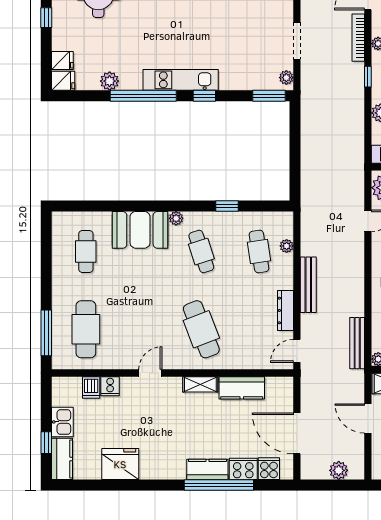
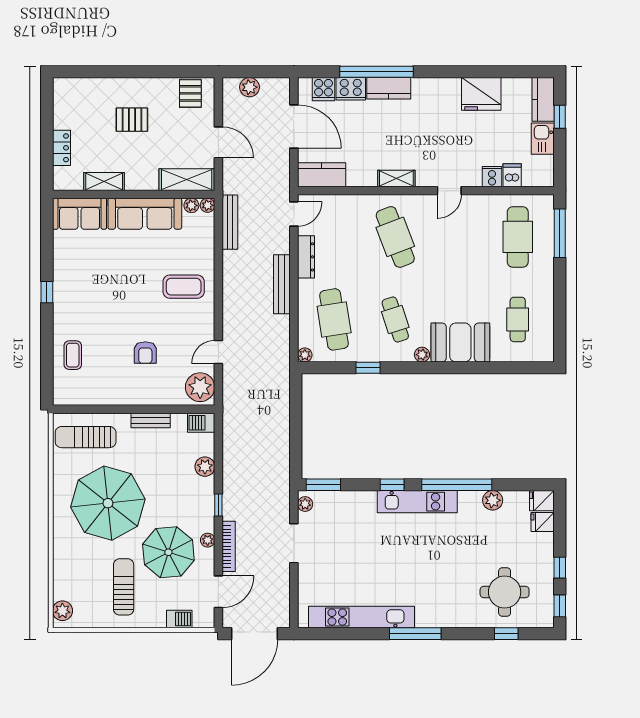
plant: (287, 246) -> (305, 355), moved
cafe table: (259, 251) -> (334, 319), width x1.37, depth x1.35
kitchen counter: (242, 388) -> (322, 175), moved

